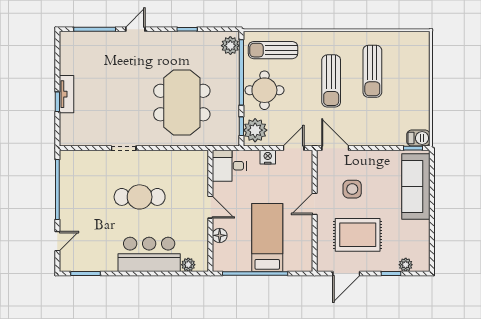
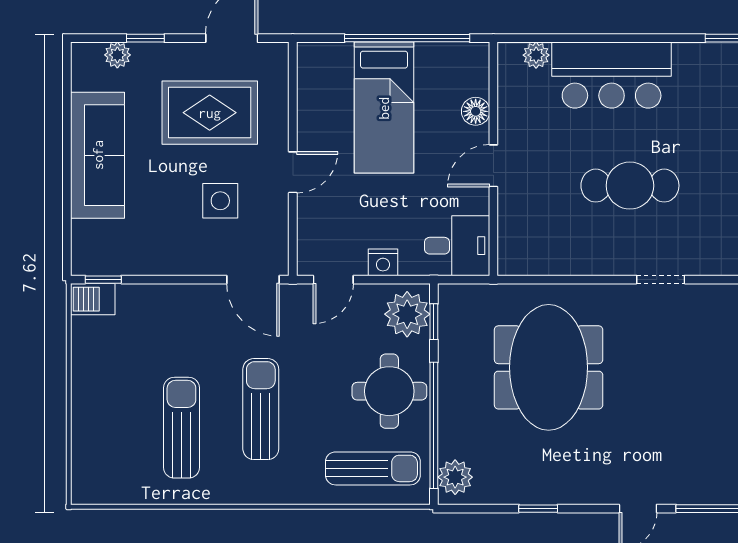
sofa: (416, 187) -> (98, 155), moved
door: (210, 207) -> (493, 166), hinge flipped

